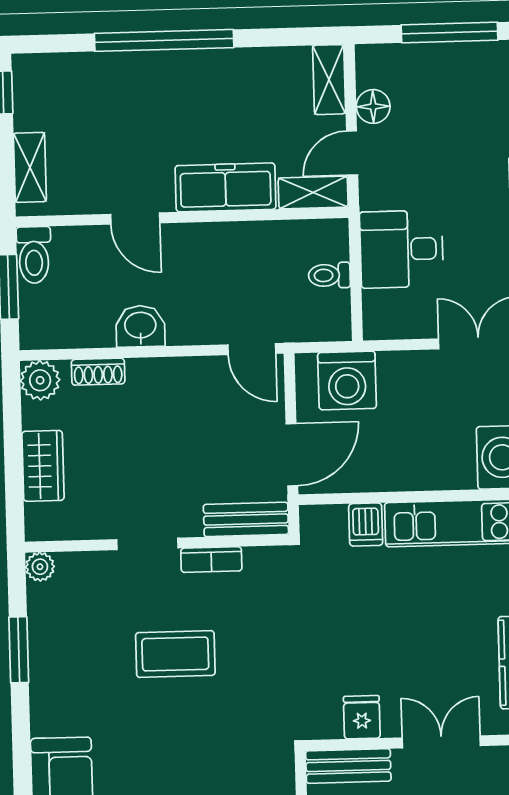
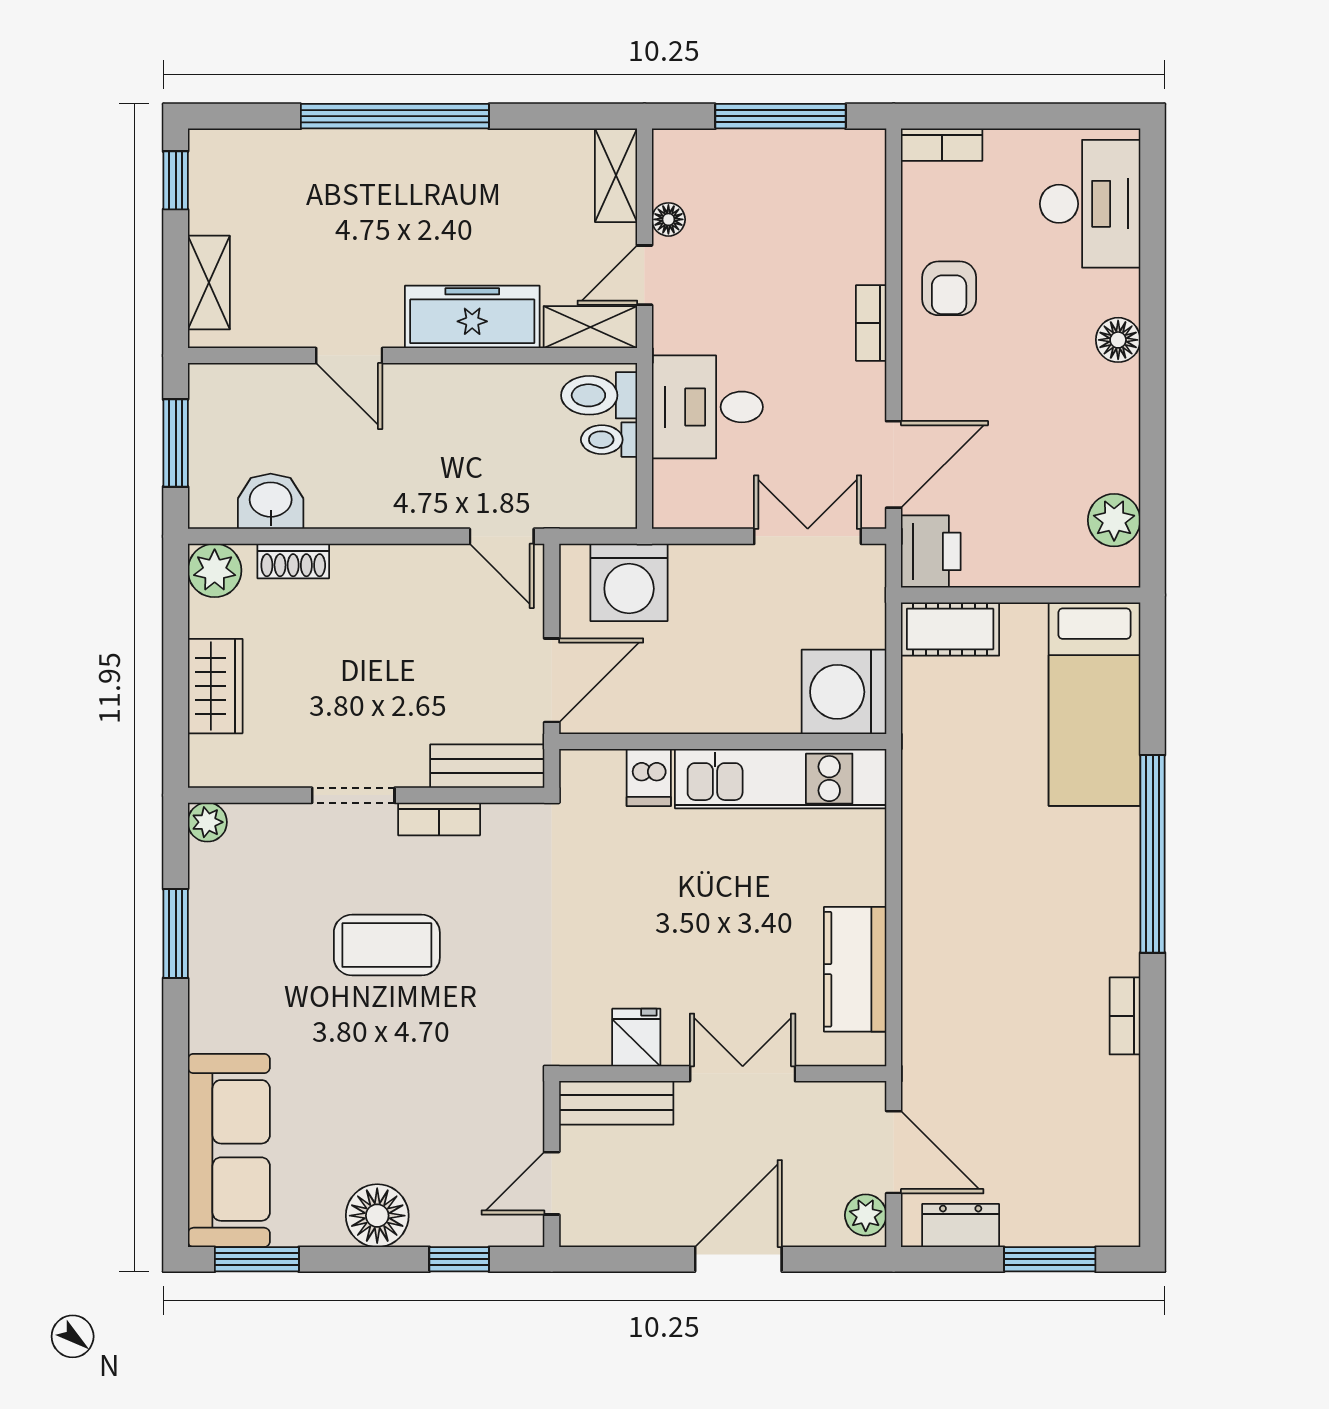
floor lamp: (373, 106) -> (668, 219), width x0.73, depth x0.73
toilet: (34, 255) -> (599, 395), moved, turned 90
washbasin: (140, 326) -> (271, 501), moved

